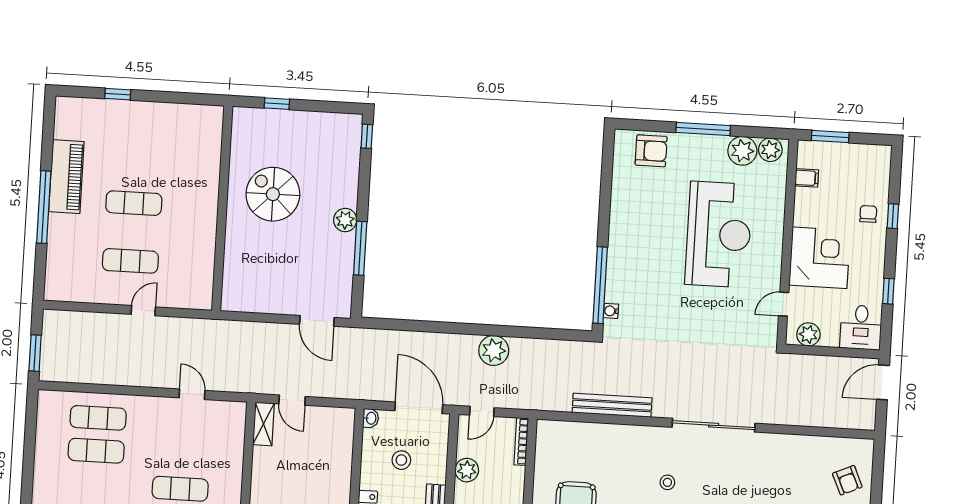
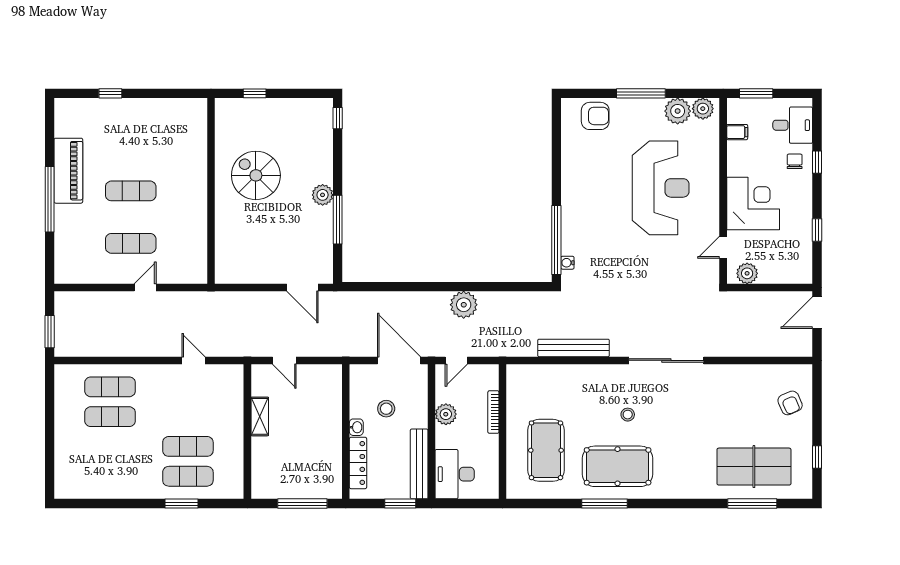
desk: (861, 327) -> (793, 125), moved, turned -90
washbasin: (371, 418) -> (356, 427), moved
shelving: (264, 424) -> (260, 416), moved
bookcase: (521, 442) -> (493, 412), moved

